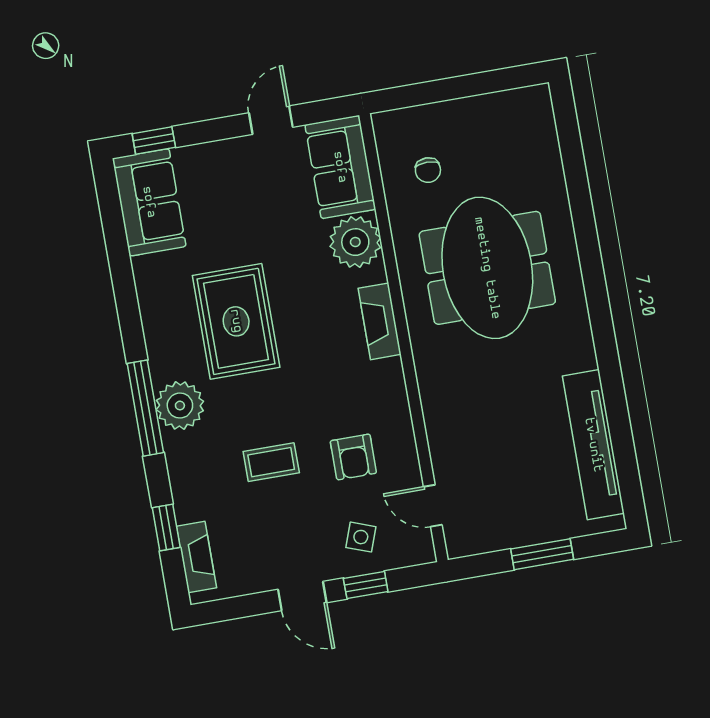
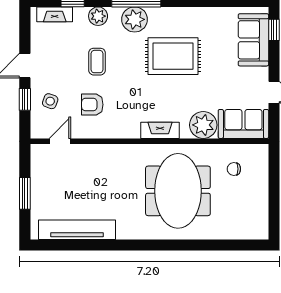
sofa: (149, 202) -> (253, 40), moved, turned 90
meeting table: (487, 268) -> (178, 191), turned 90
plant: (186, 475) -> (98, 16), added

